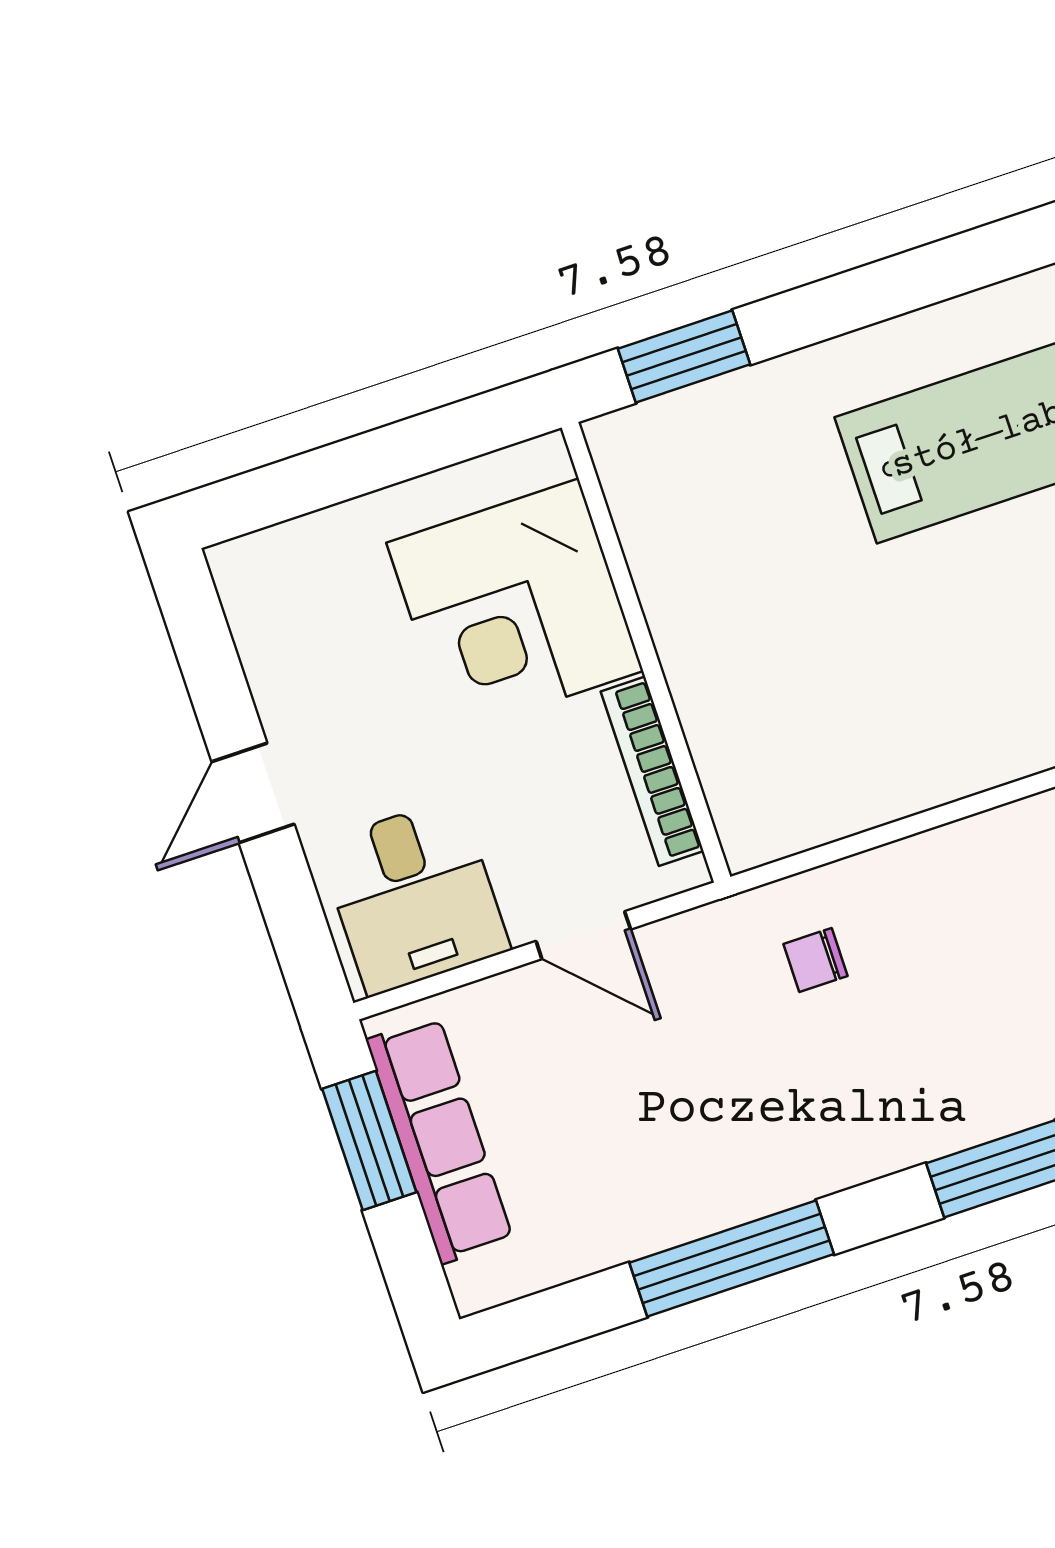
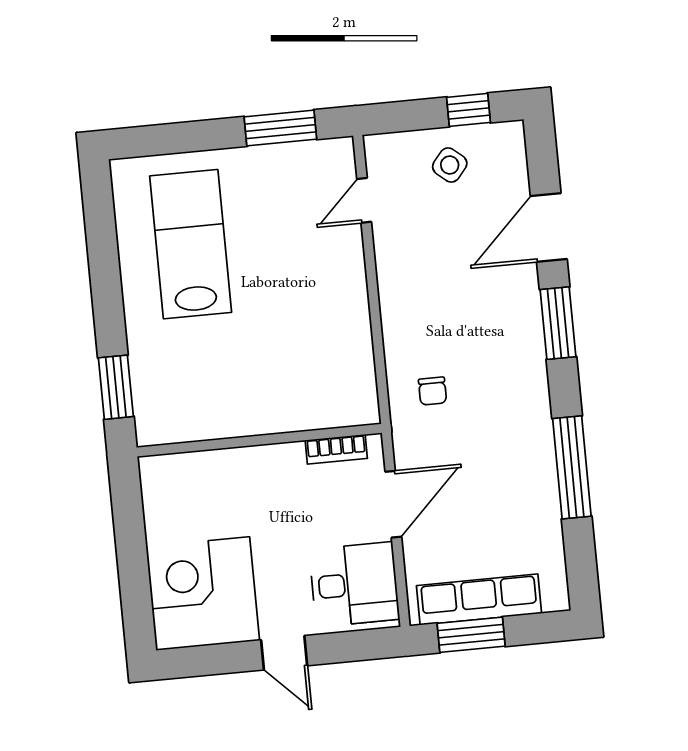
corner desk: (515, 607) -> (203, 594), moved, turned 180
bookcase: (652, 771) -> (336, 449), width x0.64
door: (583, 935) -> (393, 504), width x1.38

